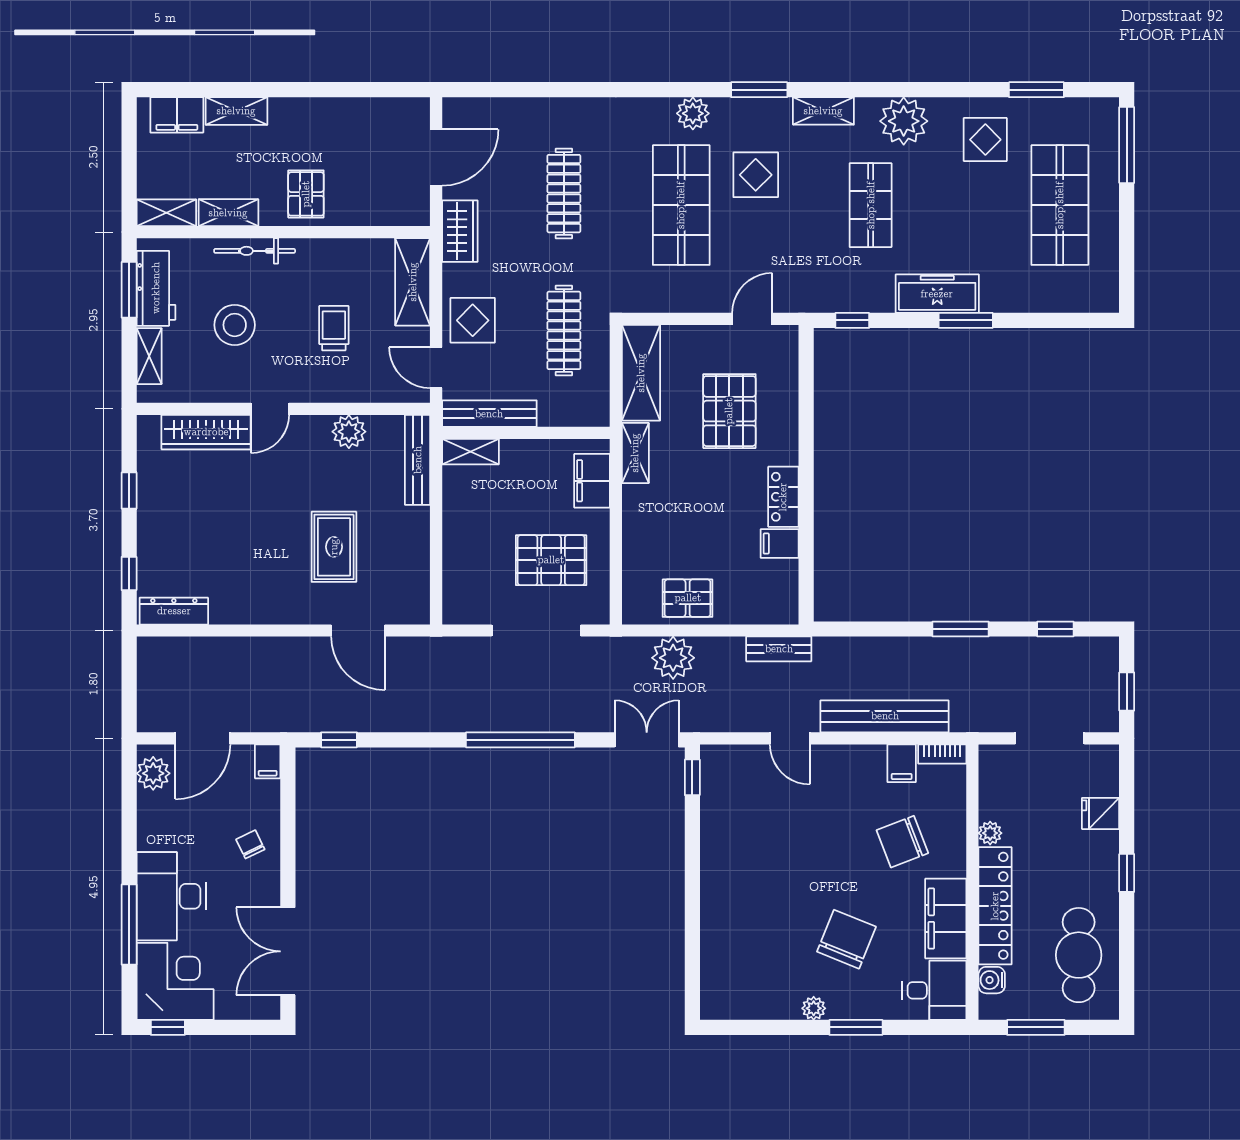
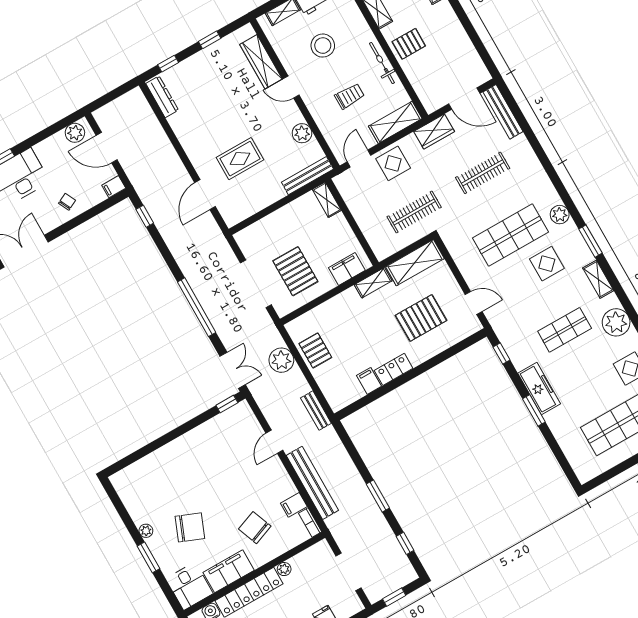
bicycle: (255, 251) -> (382, 63), moved
bench: (489, 414) -> (503, 112), moved

